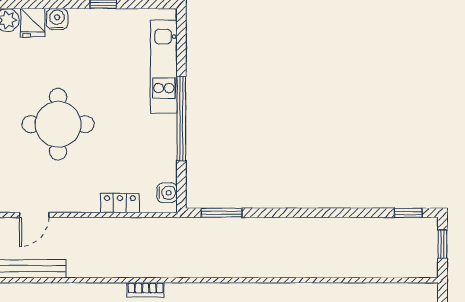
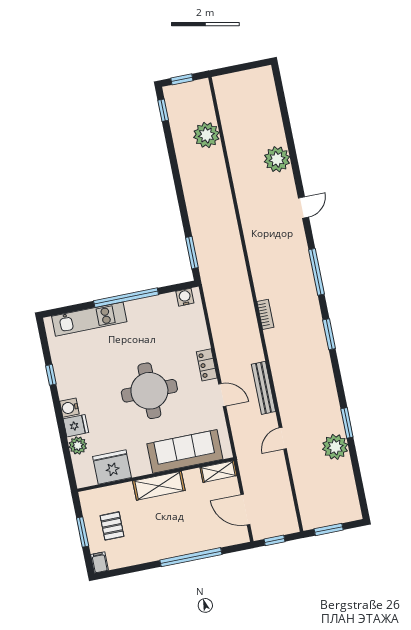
locker: (120, 203) -> (207, 365), moved
plant: (366, 261) -> (206, 135), added
bookcase: (146, 290) -> (265, 314), moved

